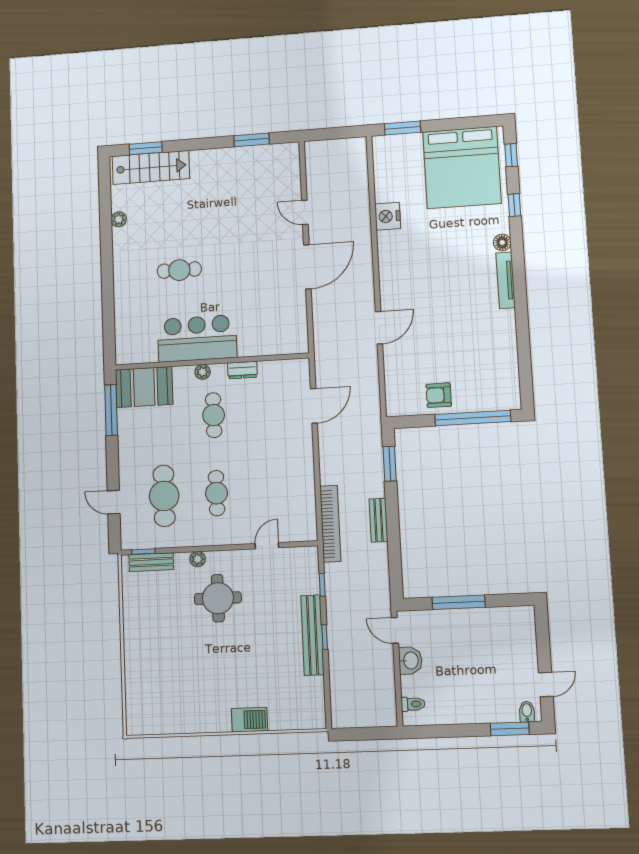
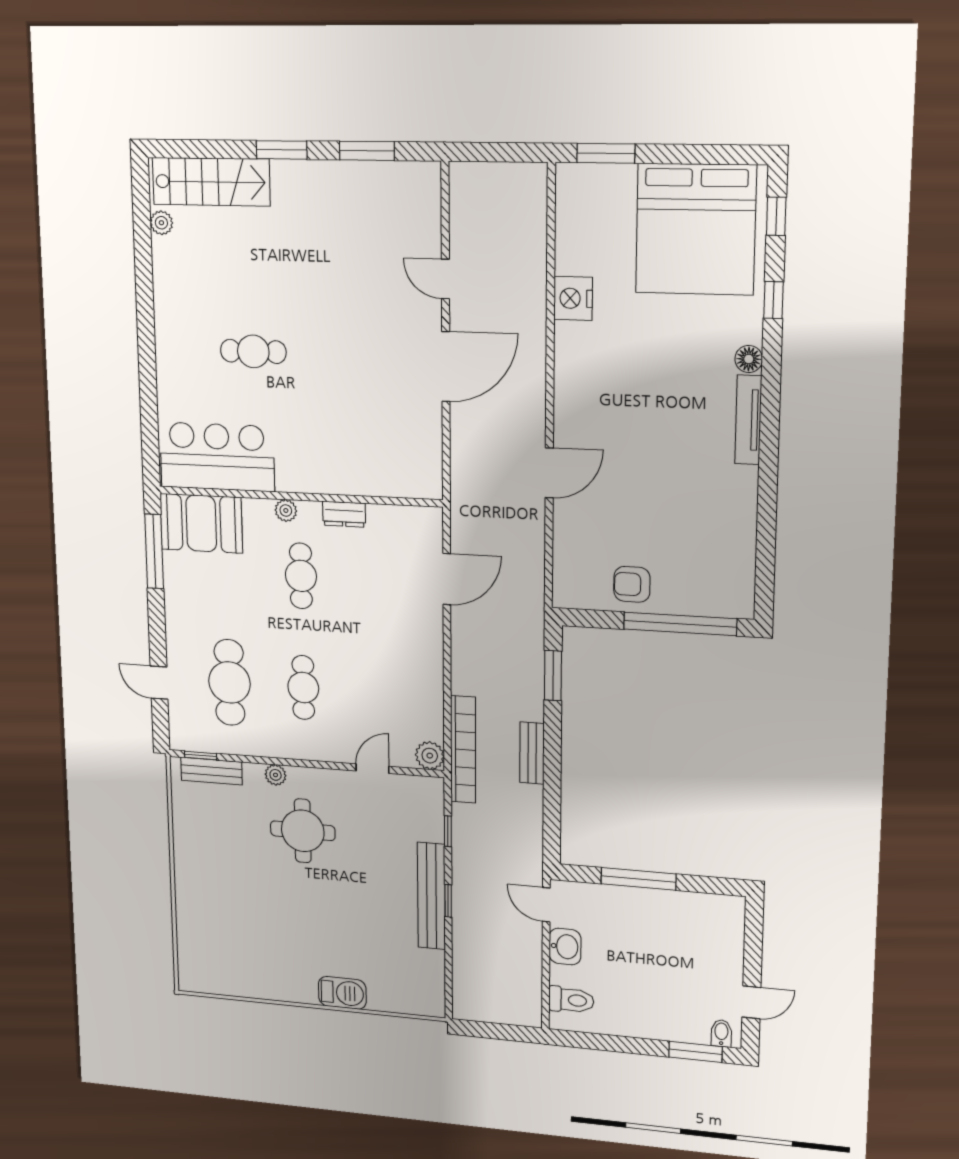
window: (146, 148) -> (282, 150), moved
plant: (119, 219) -> (161, 223), moved
bar counter: (197, 338) -> (217, 457), moved
plant: (307, 531) -> (430, 756), added
toilet: (413, 704) -> (571, 1000), width x1.37, depth x1.39

